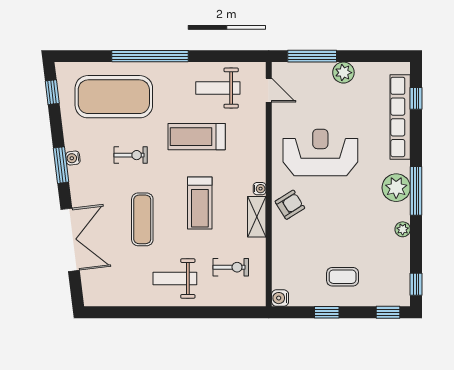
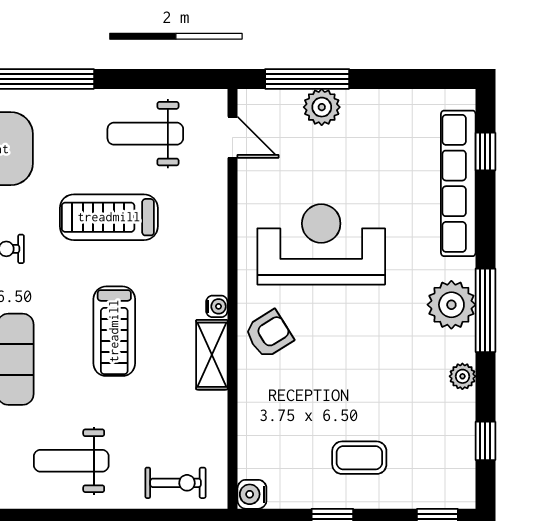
plant: (343, 73) -> (322, 107), moved
exercise bike: (231, 267) -> (176, 483), moved
window: (416, 284) -> (485, 441), moved

